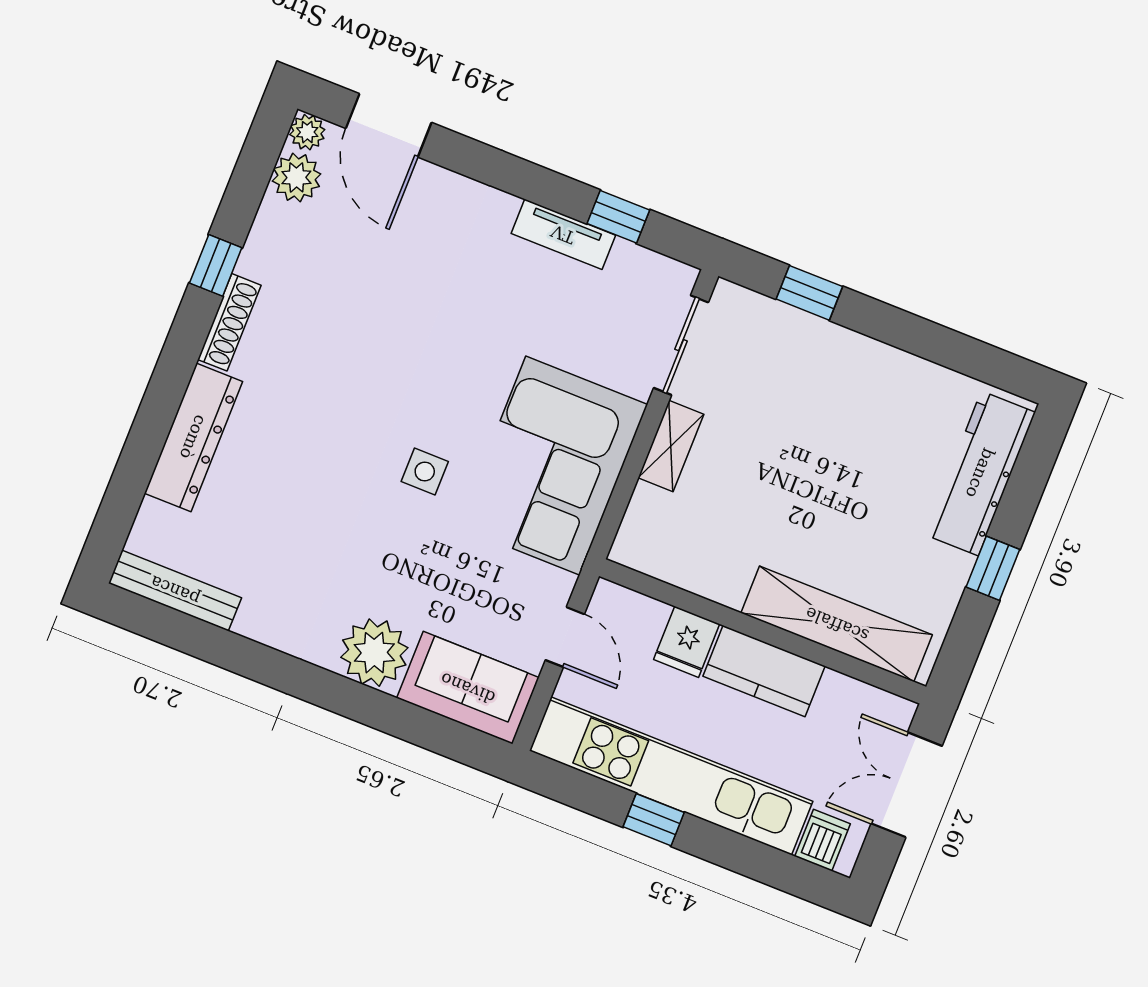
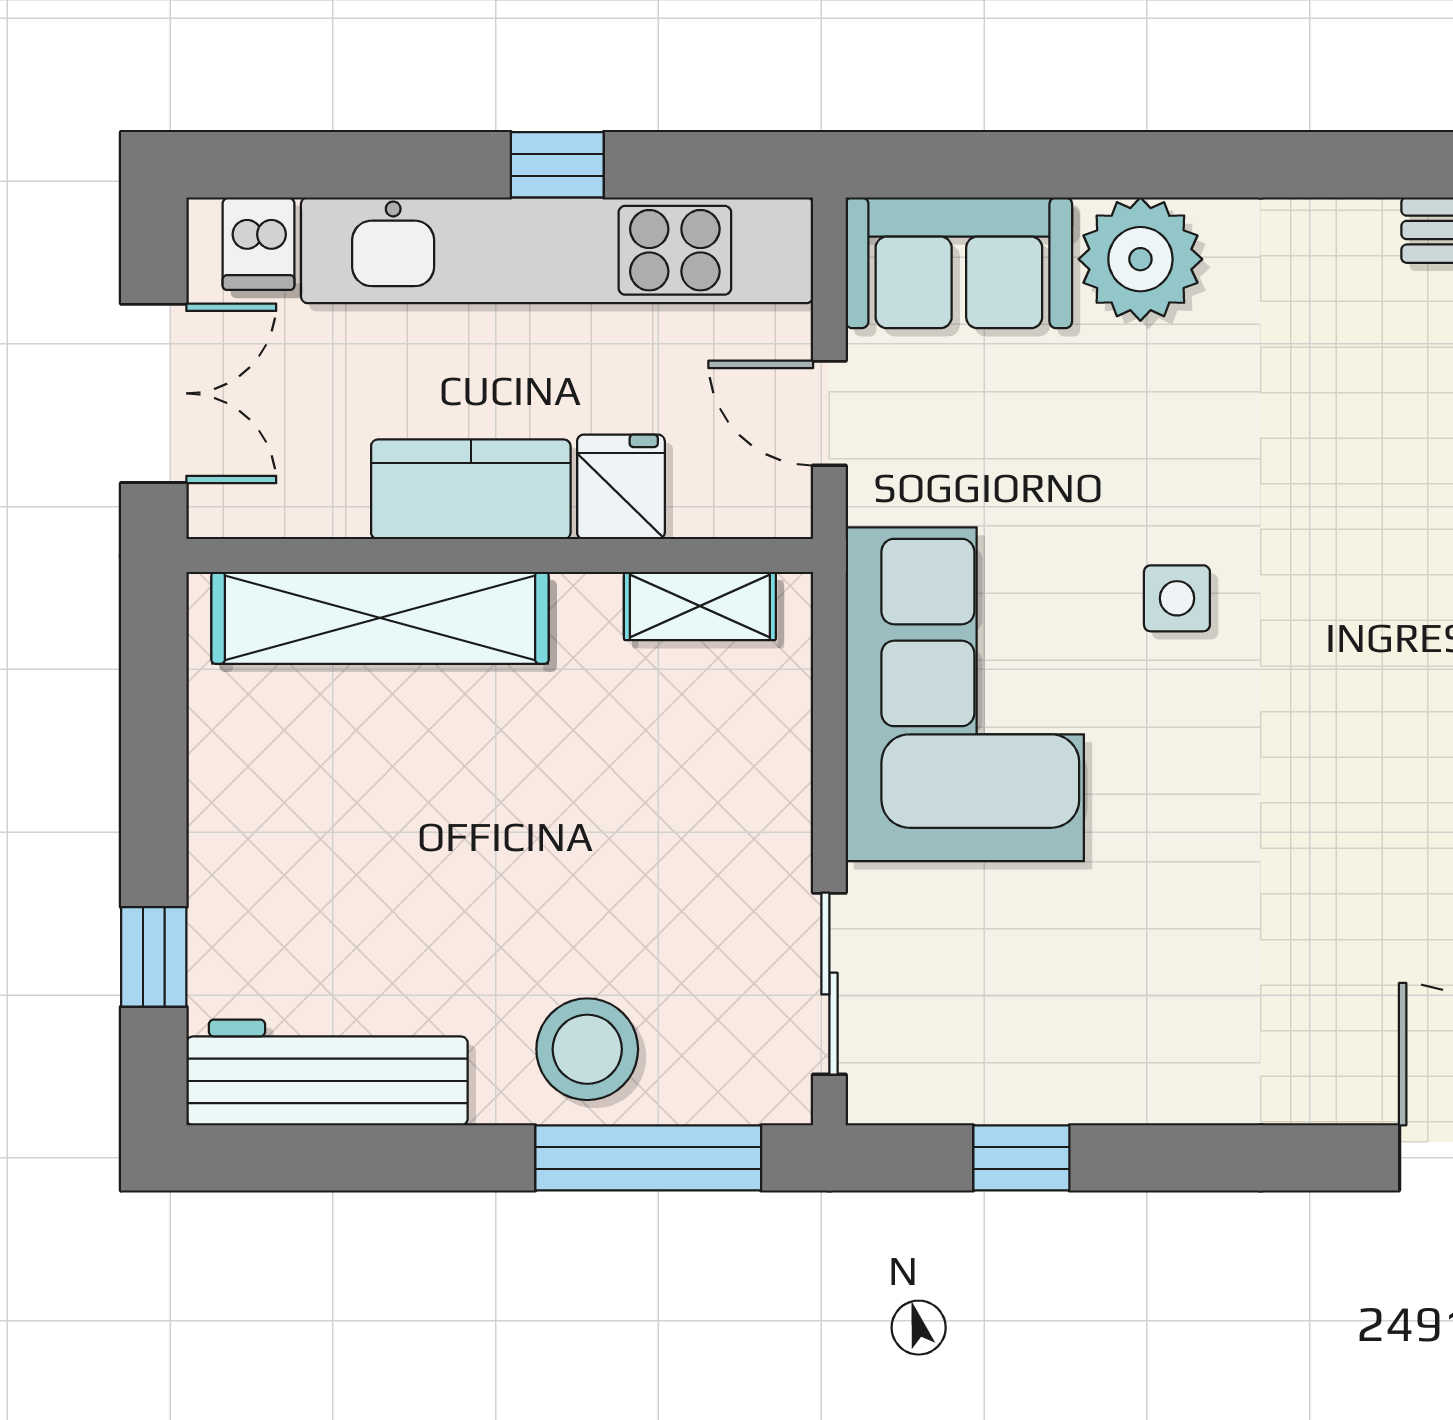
tv unit: (563, 234) -> (1102, 1091), removed
window: (809, 293) -> (648, 1158), width x2.17
stool: (818, 361) -> (587, 1049), added
shelving: (671, 446) -> (700, 606), moved, turned 90
workbench: (980, 473) -> (327, 1072), moved, turned -90
window: (993, 568) -> (154, 957), moved

